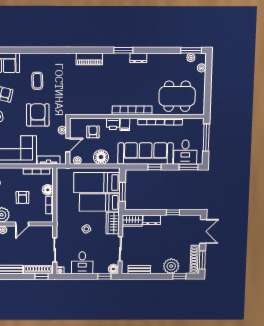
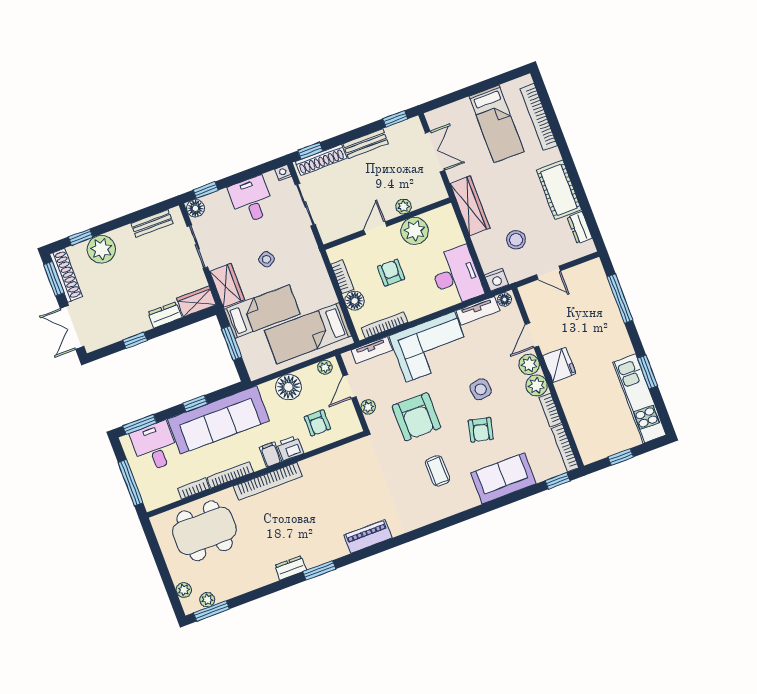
bed: (97, 183) -> (308, 333), moved, turned 180

